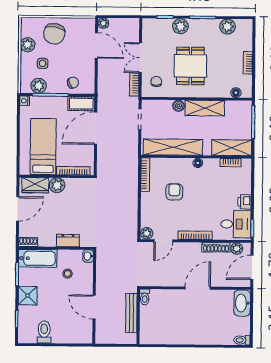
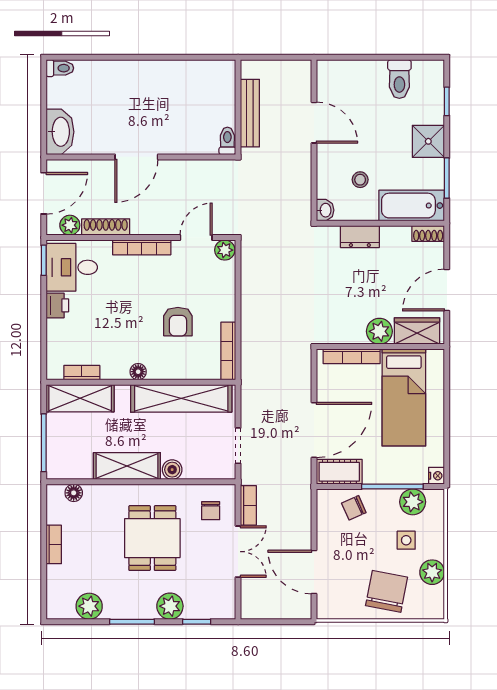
plant: (103, 23) -> (302, 610), removed

